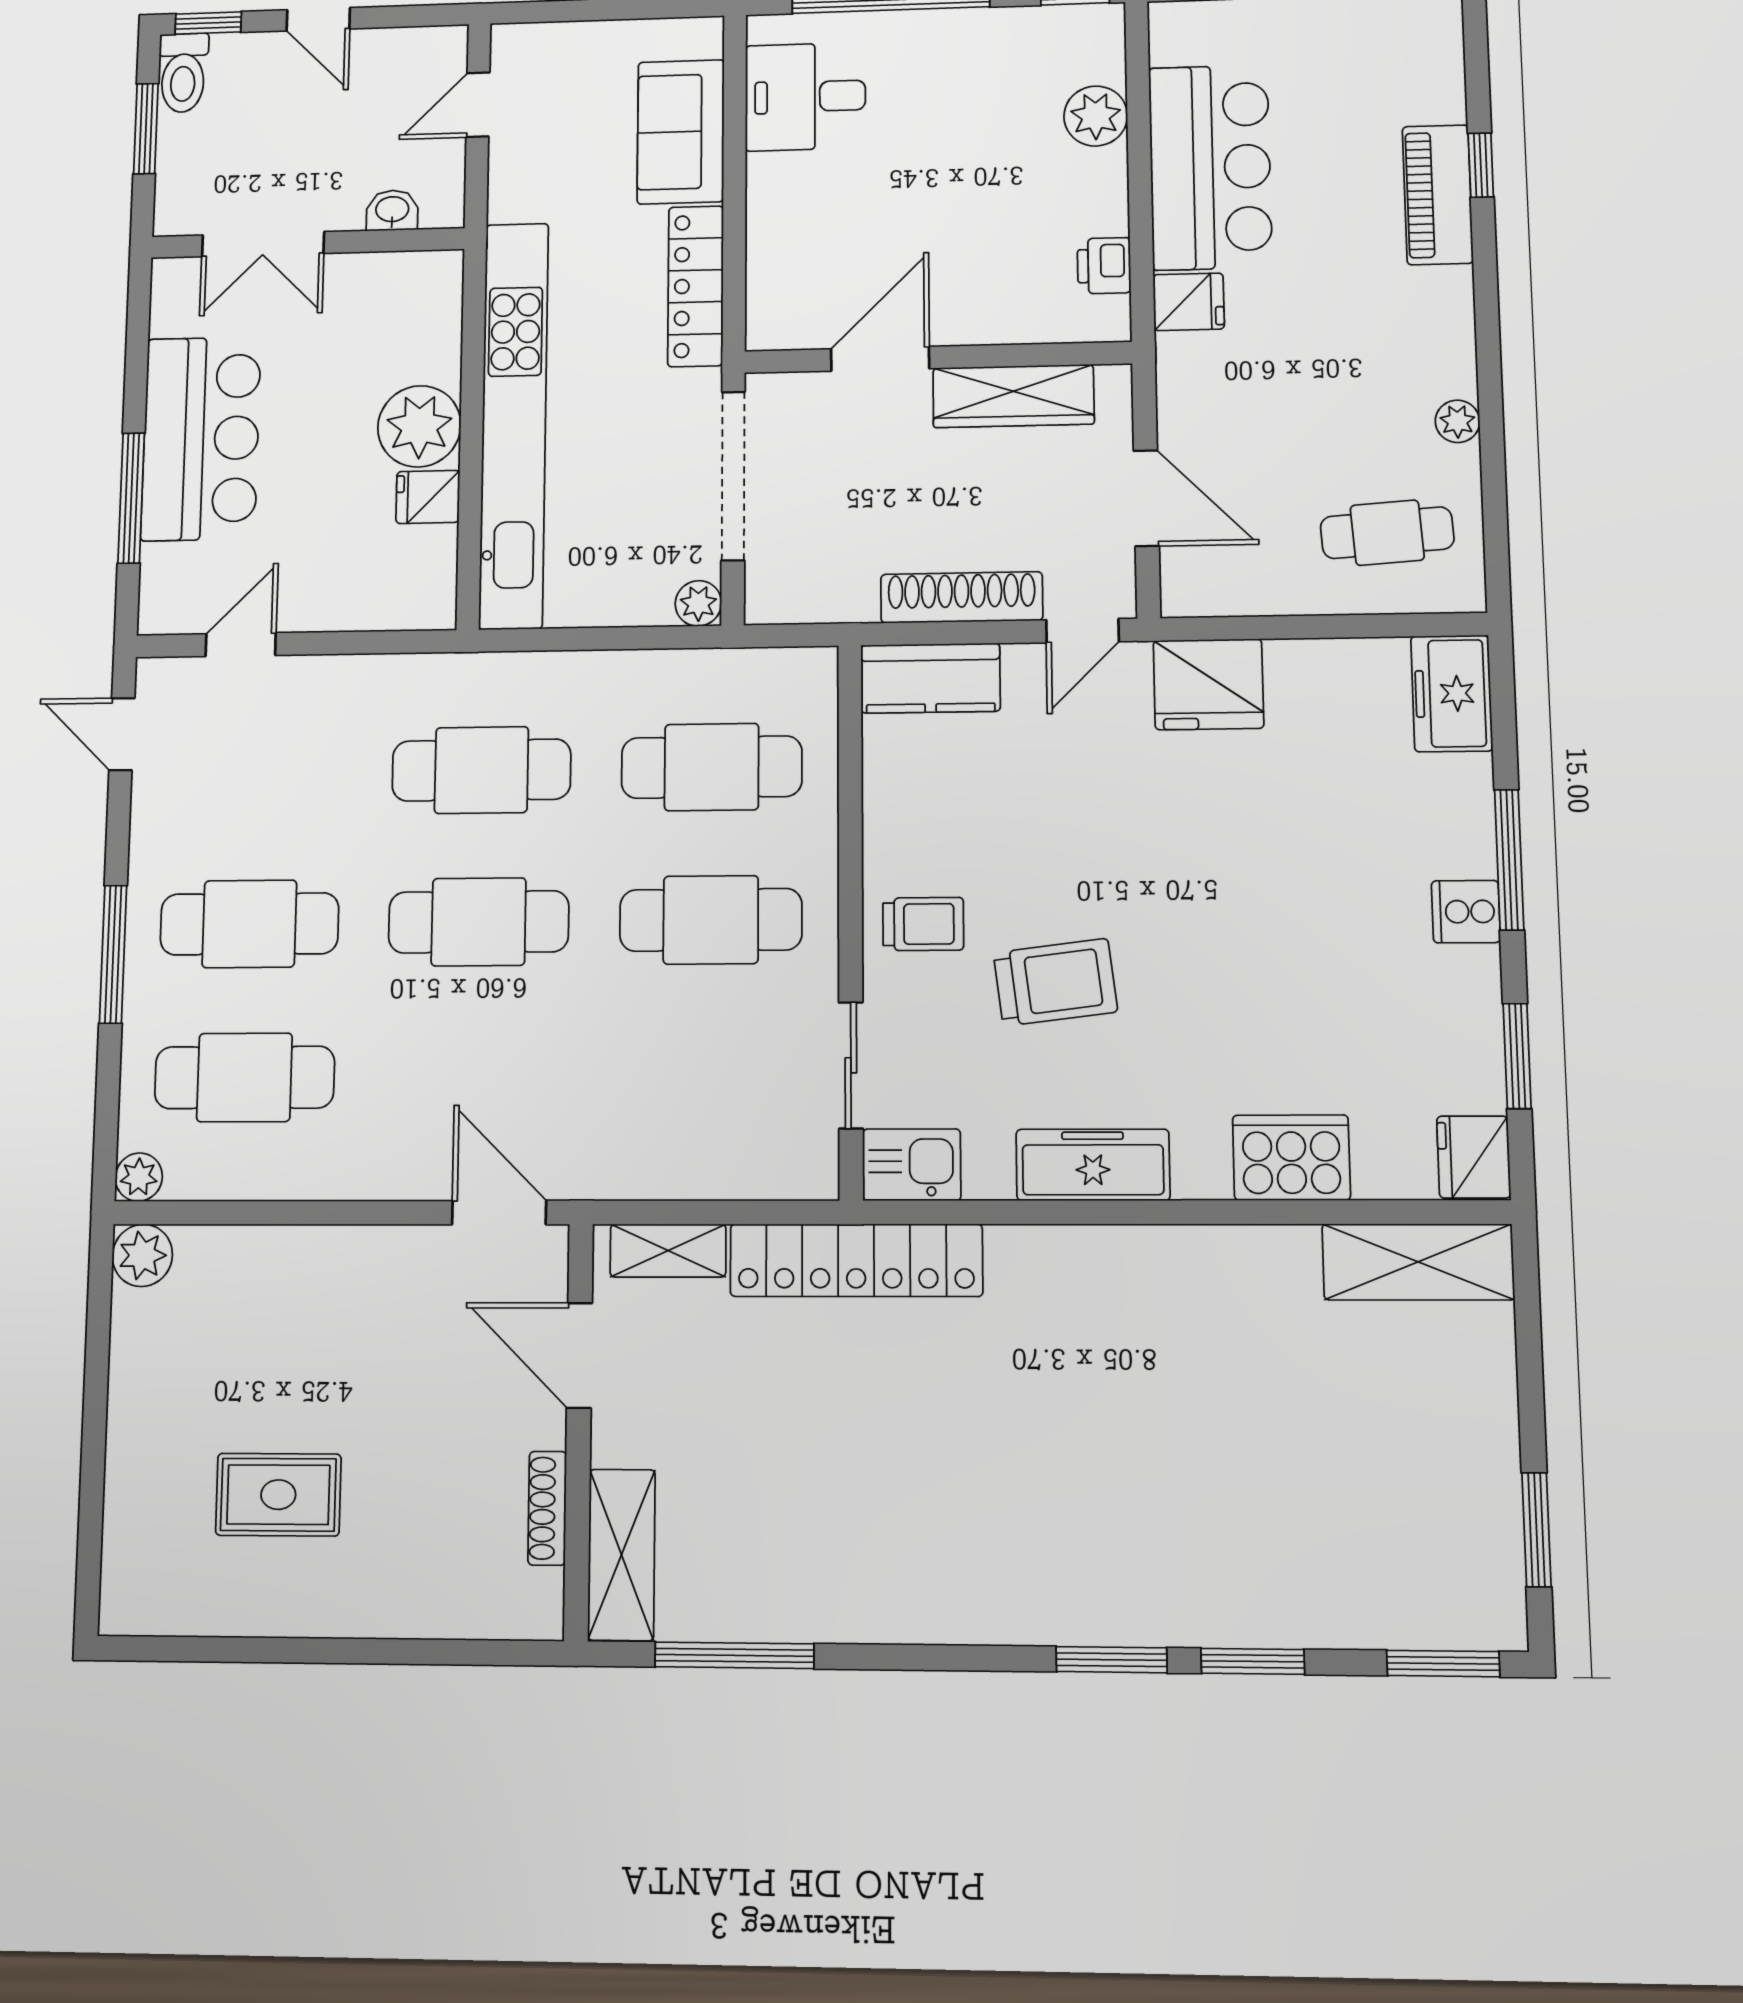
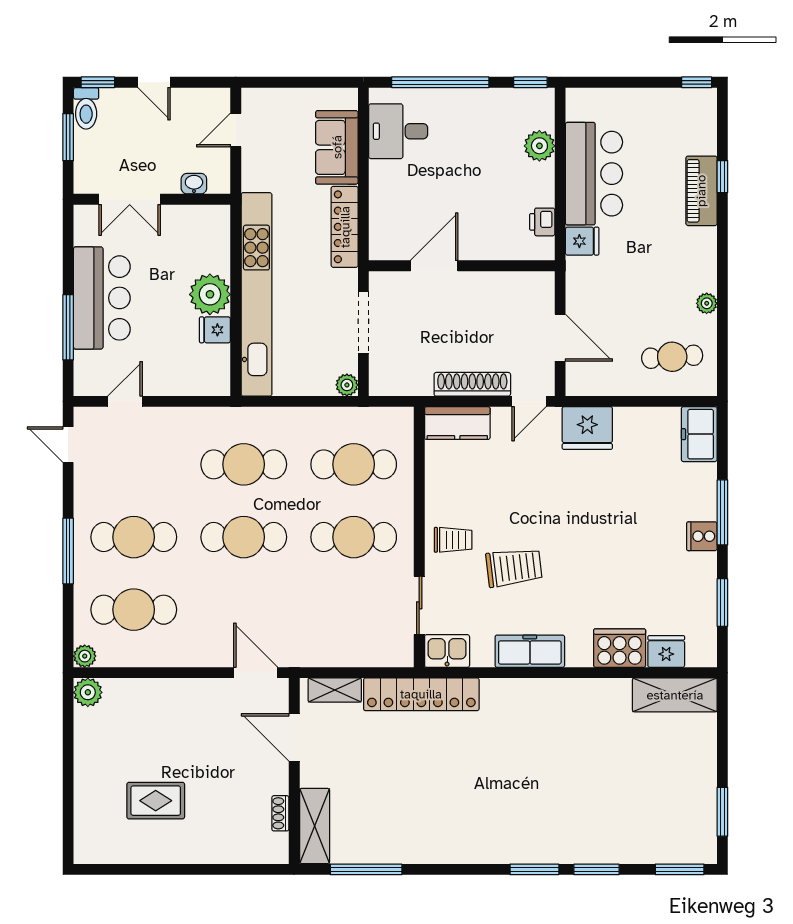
wardrobe: (1013, 396) -> (498, 286), removed
doorway: (733, 476) -> (363, 322), width x0.73
fridge: (1474, 1157) -> (666, 651), moved, turned 90
shoe rack: (547, 1508) -> (280, 813), width x0.70

